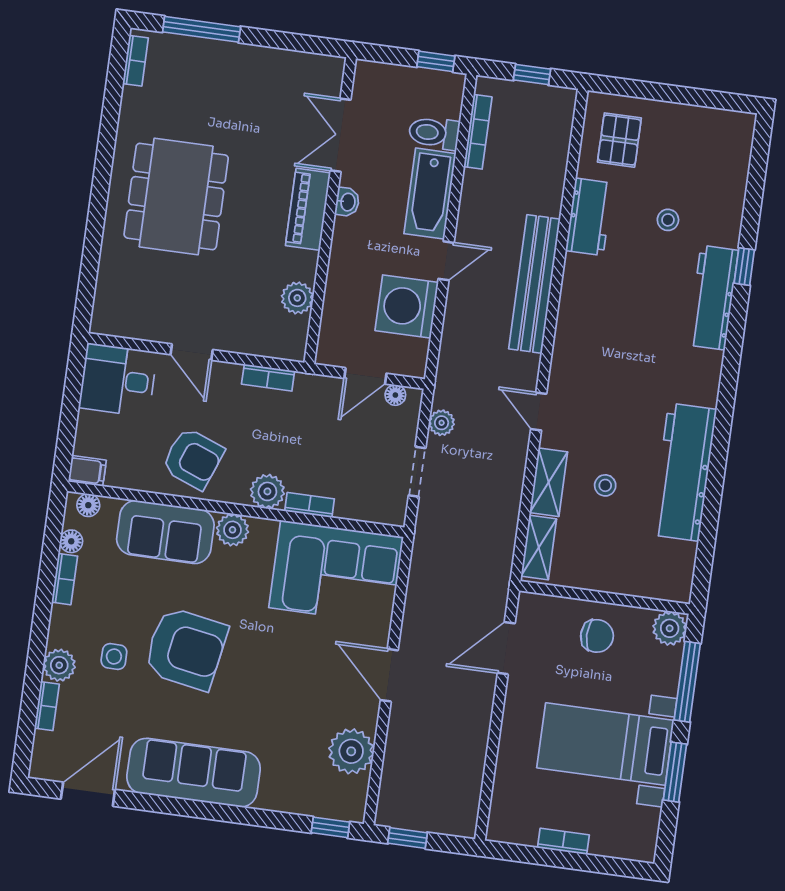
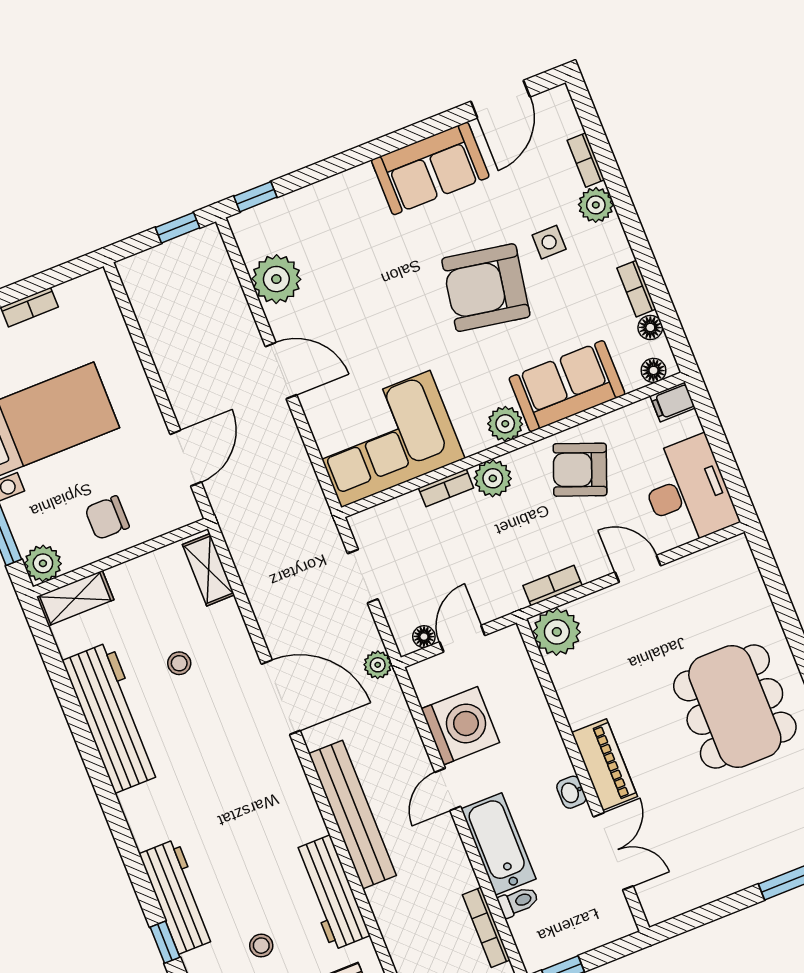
toilet: (434, 133) -> (518, 902), width x0.73, depth x0.72
workbench: (589, 217) -> (331, 893), width x1.37
plant: (297, 298) -> (557, 632), moved, width x1.36, depth x1.36
desk: (118, 380) -> (687, 491), width x1.37
door: (539, 411) -> (281, 697), width x1.88
plant: (442, 423) -> (378, 665), moved
shelving: (549, 482) -> (75, 598), moved, turned 90
sofa: (194, 773) -> (430, 168), width x0.73

